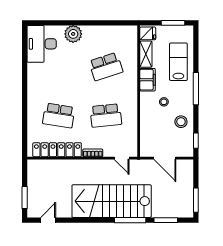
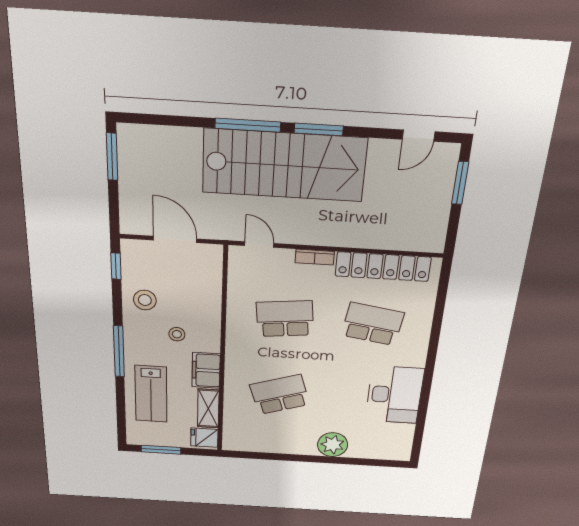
desk: (42, 44) -> (394, 395), moved
window: (166, 220) -> (319, 129), moved

